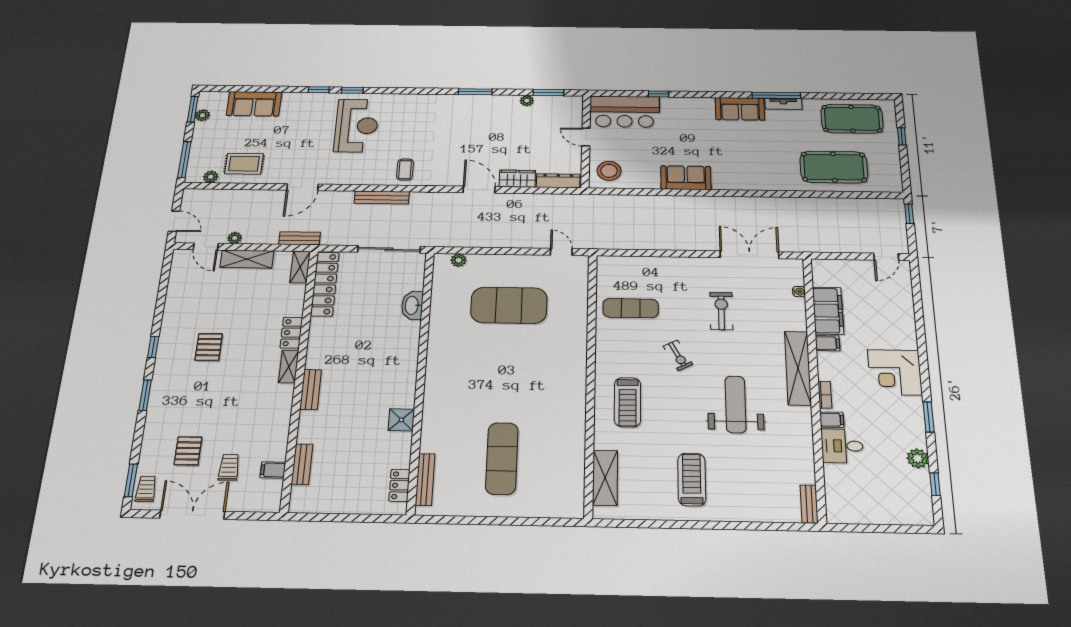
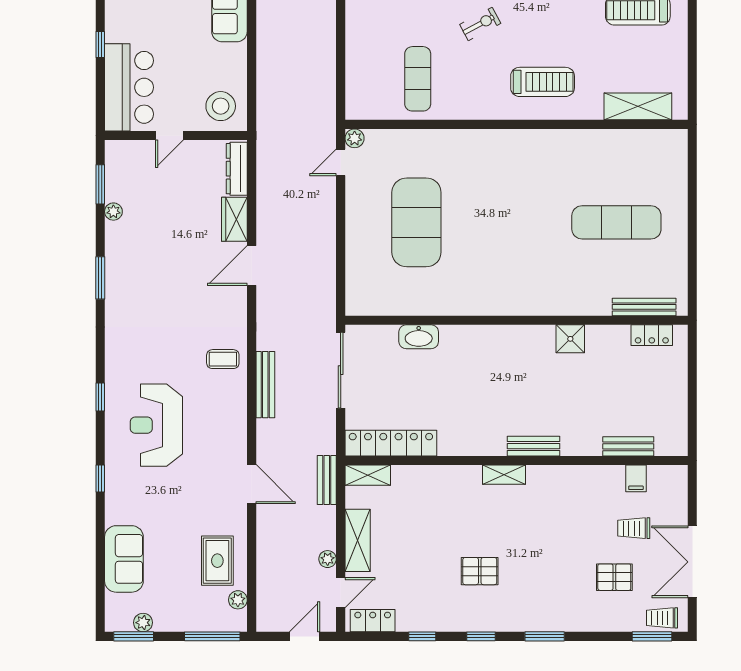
window: (352, 90) -> (100, 397), moved
reception desk: (356, 126) -> (156, 425), turned -90
plant: (459, 260) -> (355, 138), moved
window: (160, 304) -> (422, 636), added
locker: (291, 333) -> (373, 621), moved, turned 180

